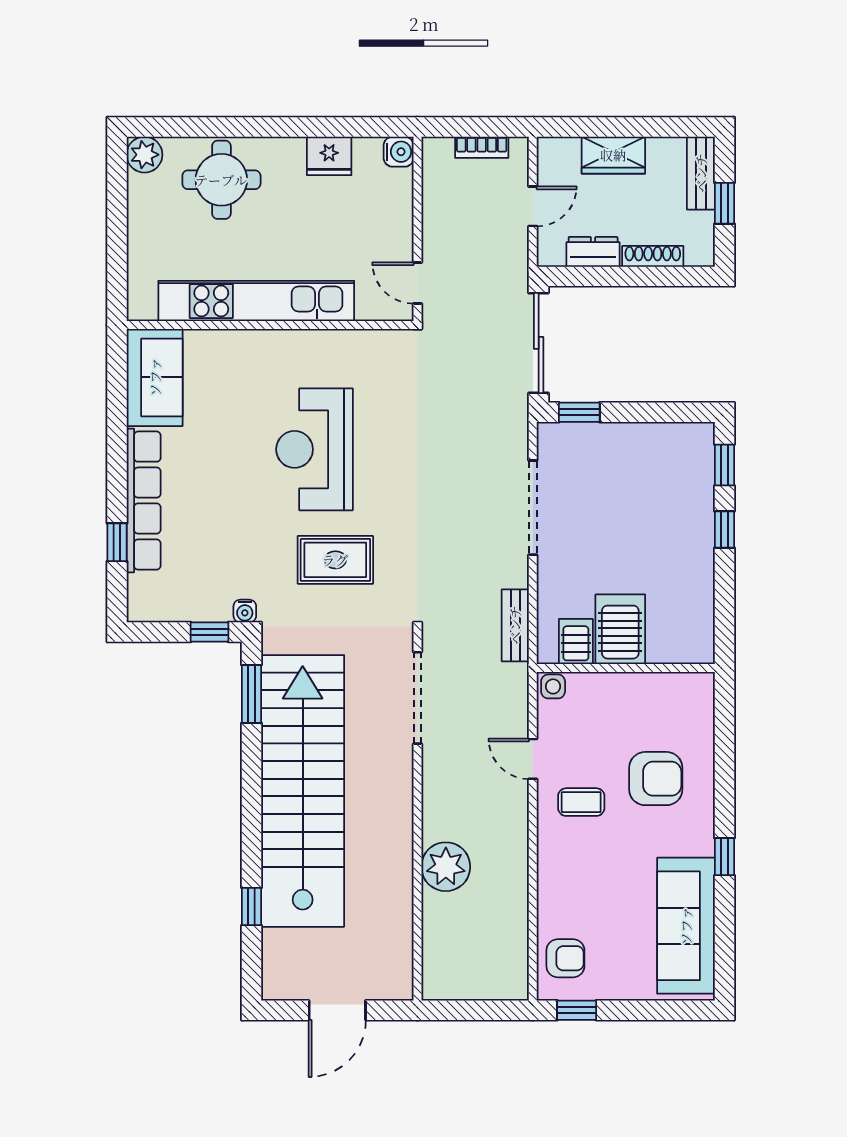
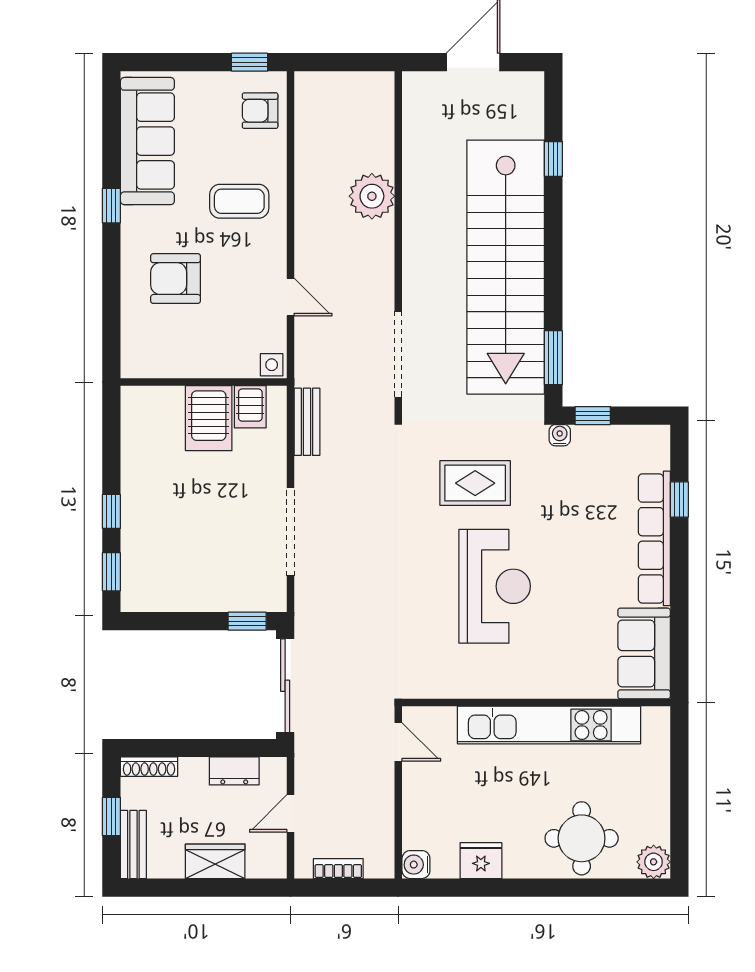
shoe rack: (653, 256) -> (149, 767), moved
coffee table: (581, 802) -> (239, 201), moved, width x1.36, depth x1.30

